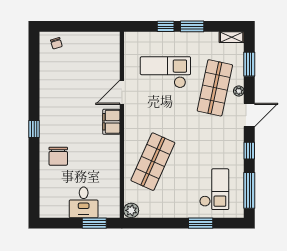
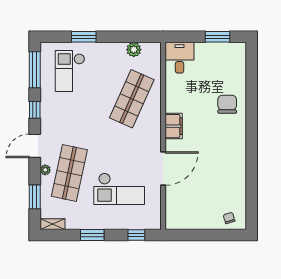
window: (166, 26) -> (136, 235), moved
door: (122, 92) -> (163, 169), width x1.36
filing cabinet: (111, 122) -> (174, 126), moved
window: (34, 129) -> (252, 132), removed
desk: (84, 202) -> (180, 58), moved
plant: (131, 210) -> (134, 50), moved
window: (94, 223) -> (218, 37), moved

